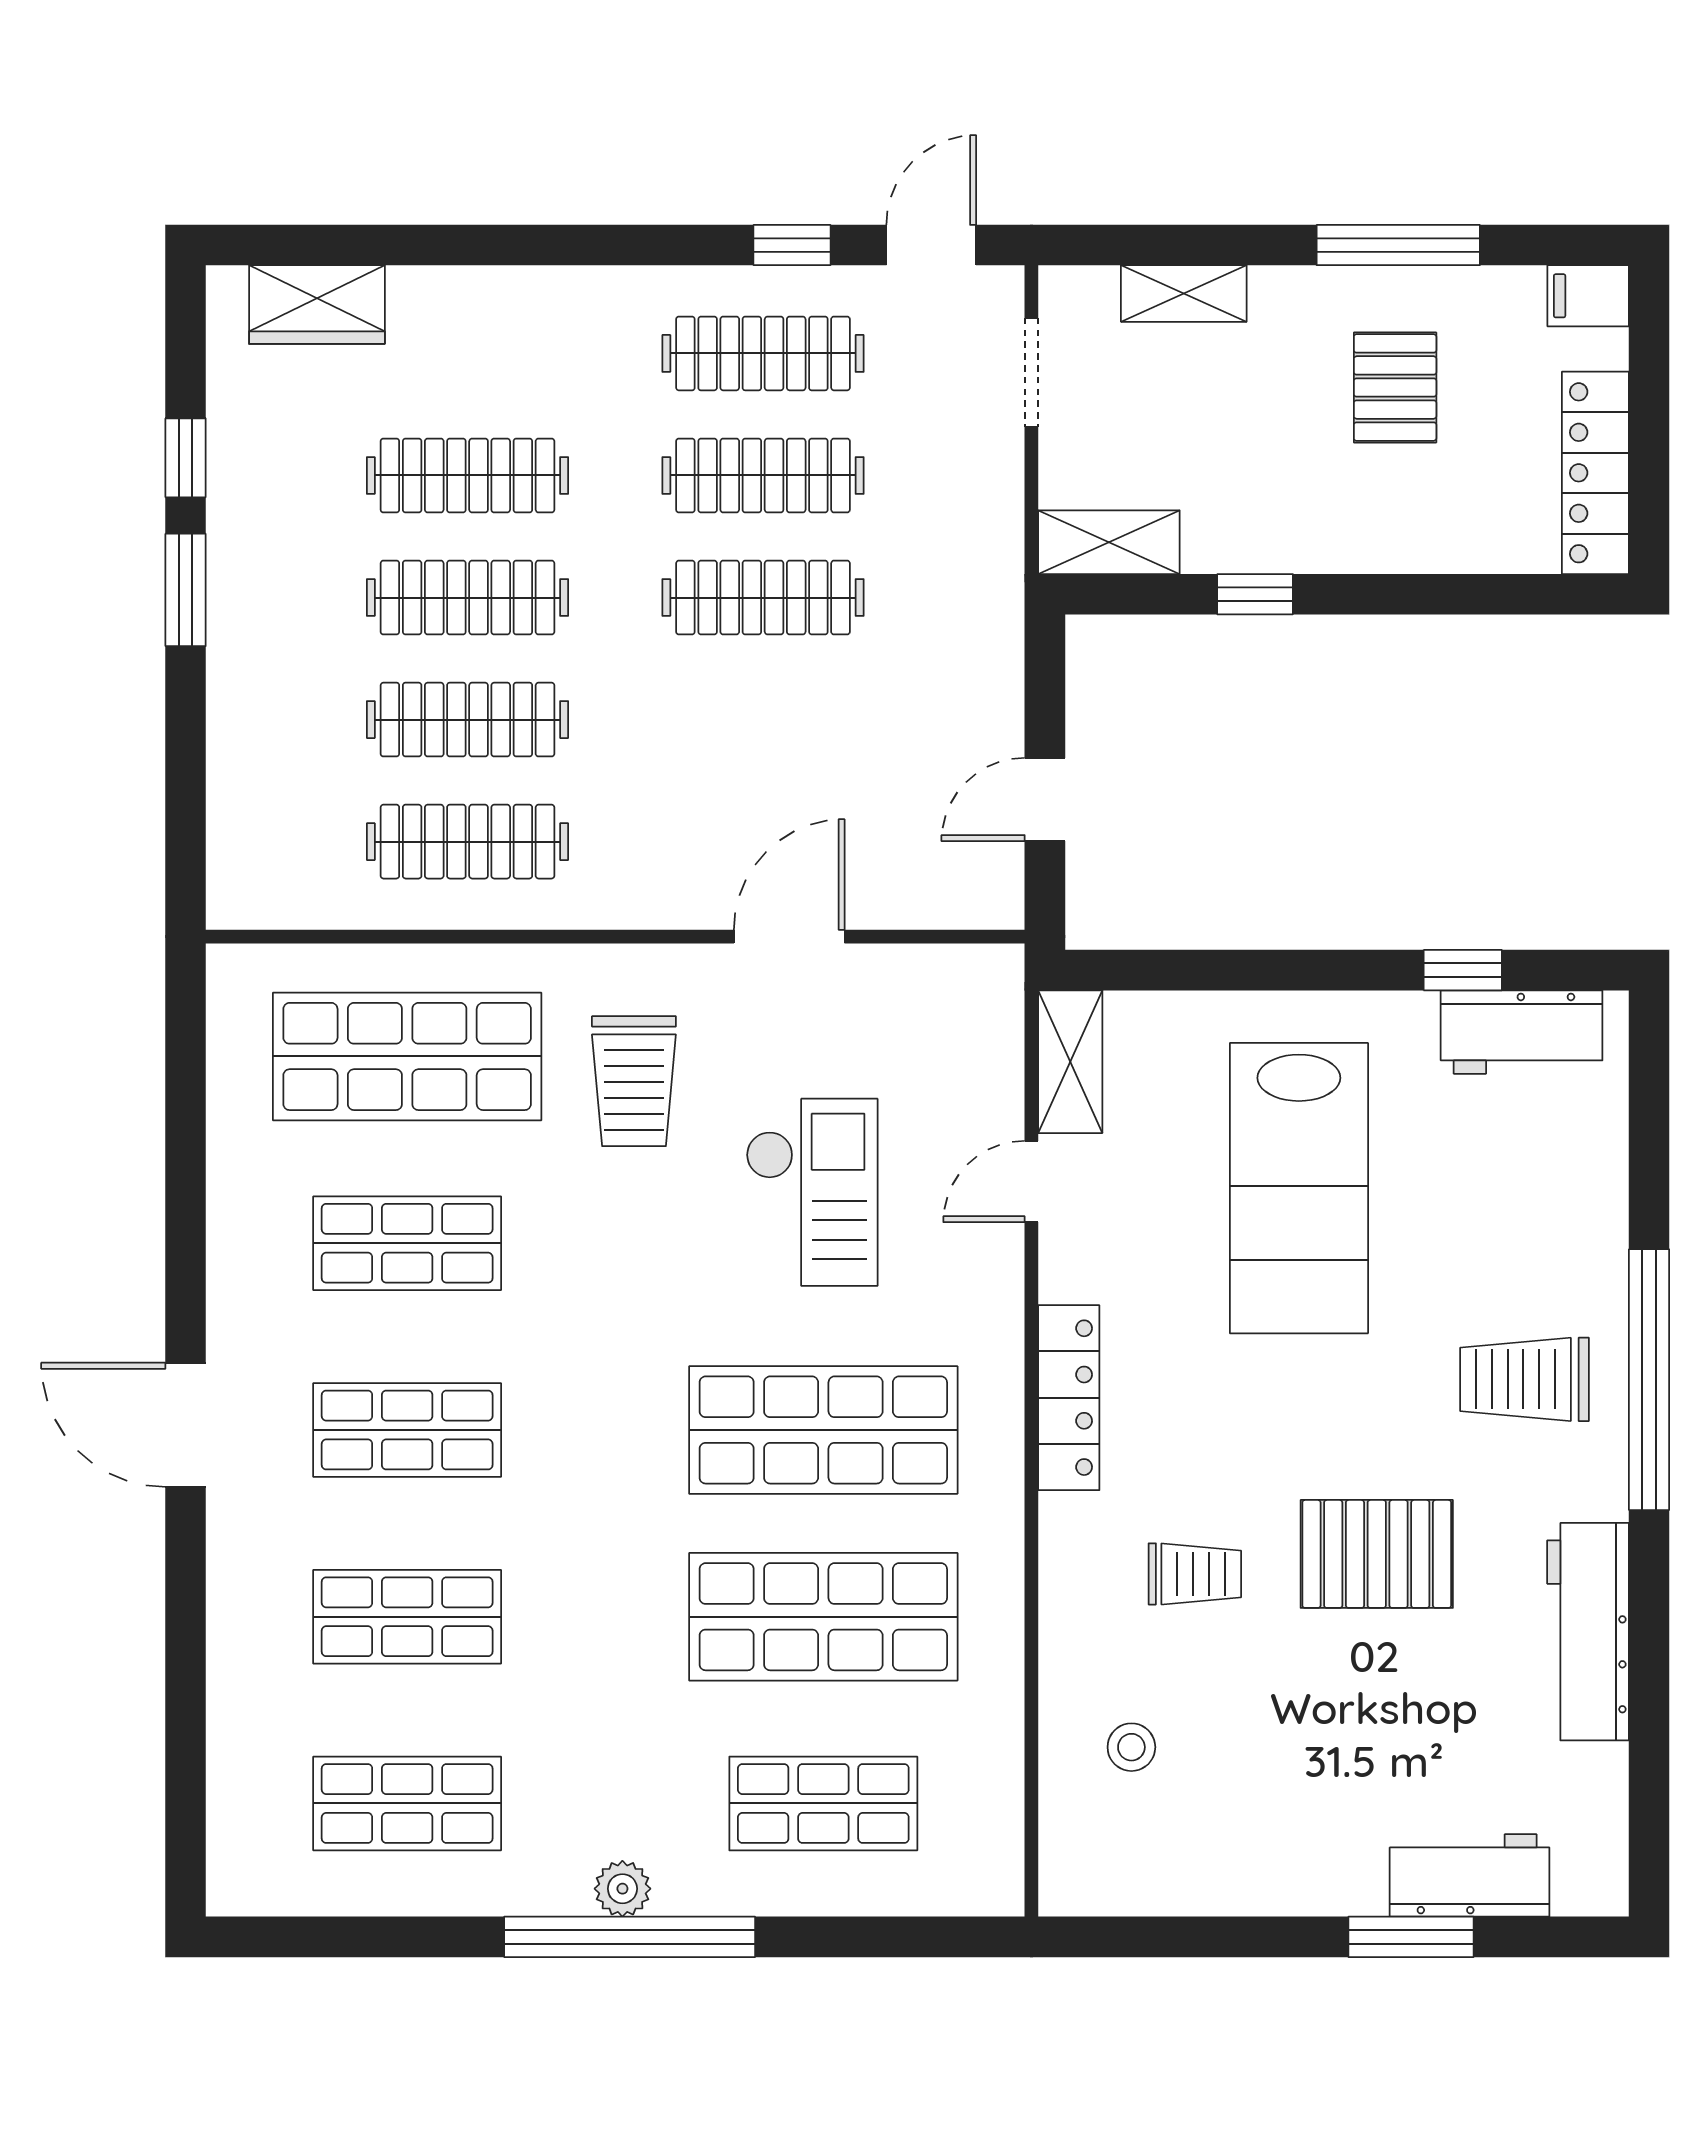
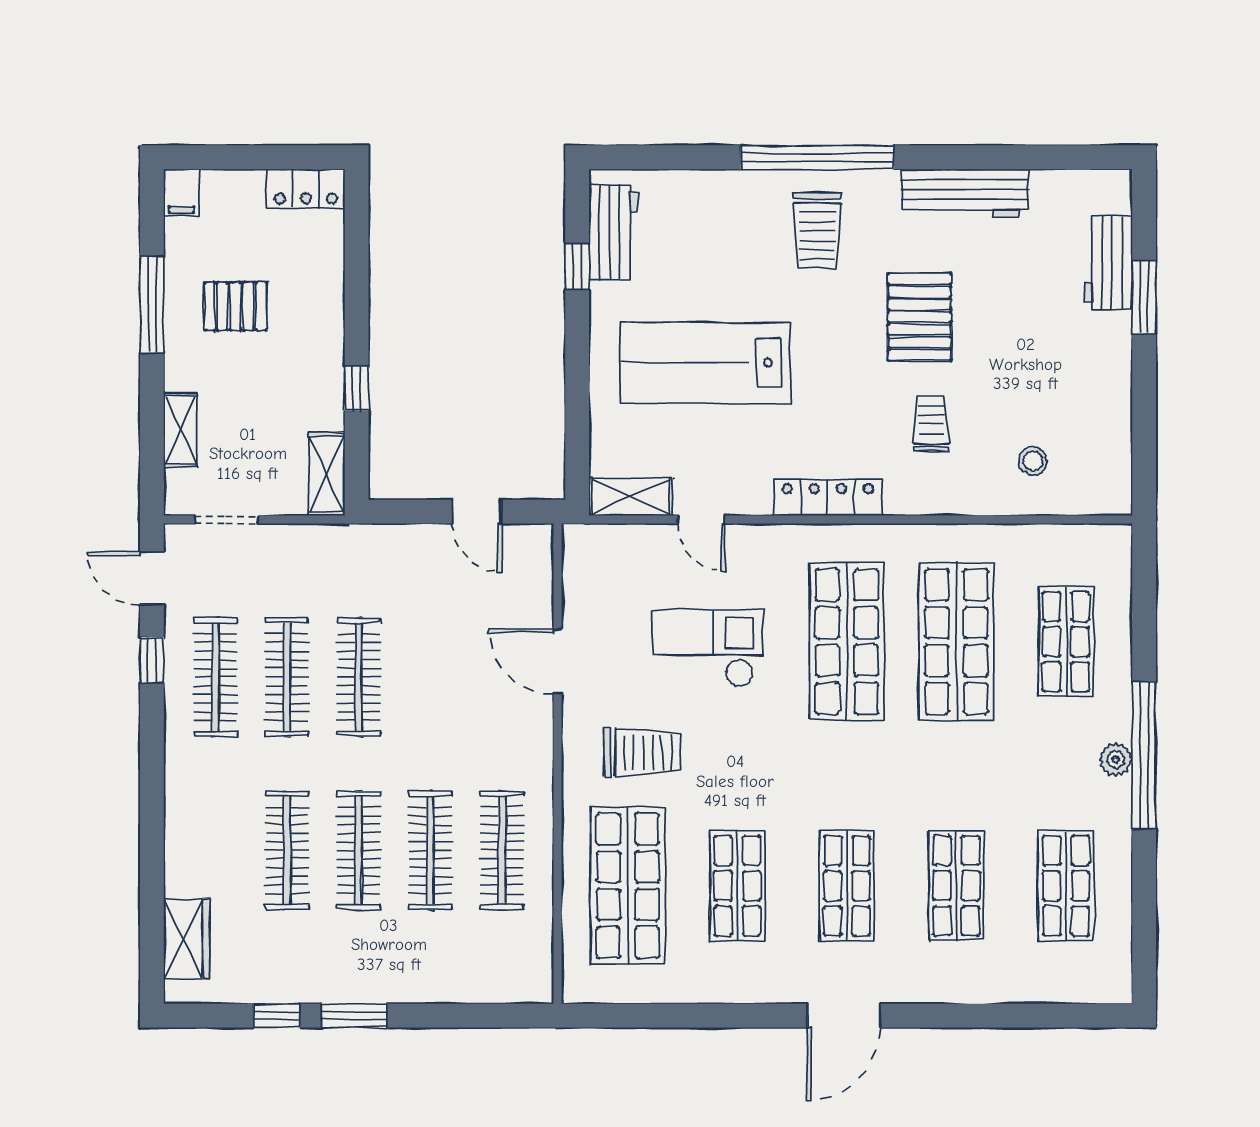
locker: (1595, 473) -> (306, 189), width x0.66
lab bench: (1299, 1188) -> (705, 363), turned 180

